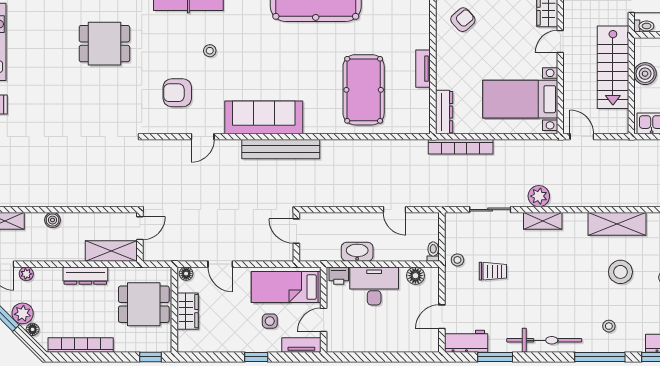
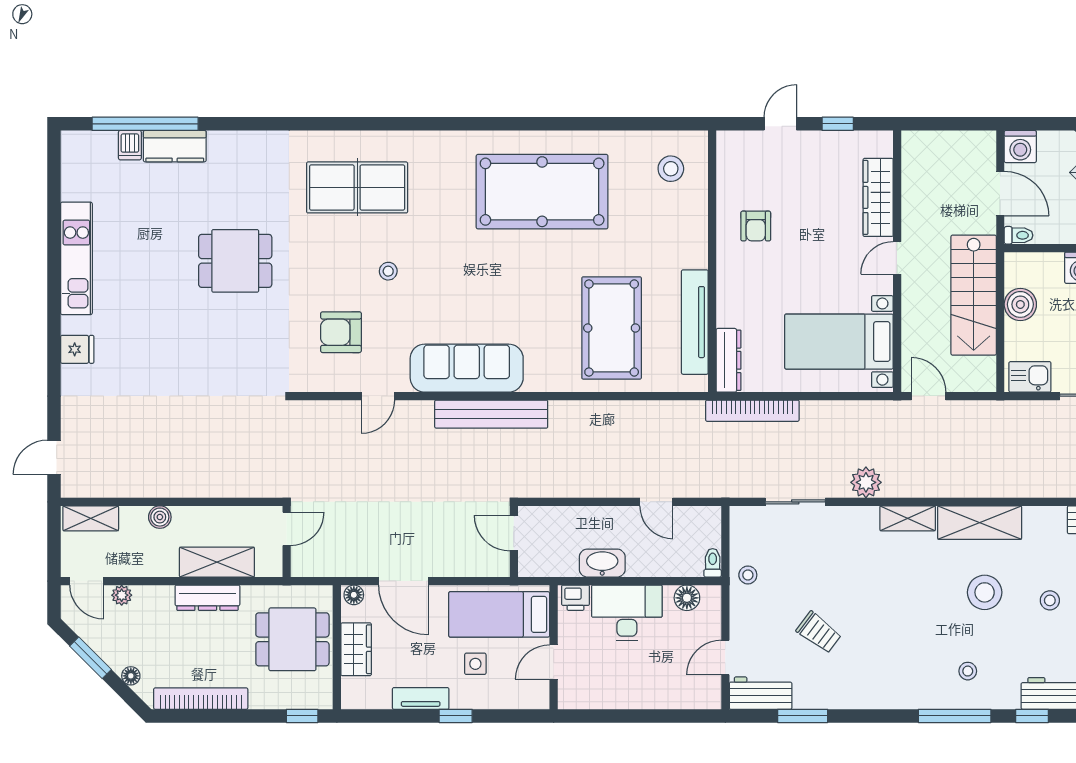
armchair: (463, 20) -> (756, 226), turned 131
tv unit: (423, 69) -> (695, 322), width x1.92, depth x1.29
shelving: (543, 221) -> (908, 518), moved
shelving: (111, 251) -> (217, 562), moved
door: (220, 264) -> (403, 581), width x1.38
trolley: (493, 271) -> (819, 632), moved, turned 37
plant: (23, 313) -> (116, 653), removed
bicycle: (544, 340) -> (874, 692), removed
tv unit: (301, 345) -> (421, 698), moved

